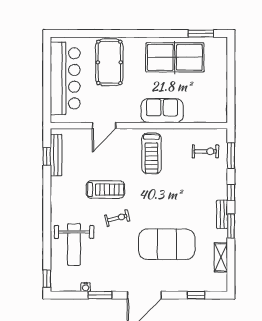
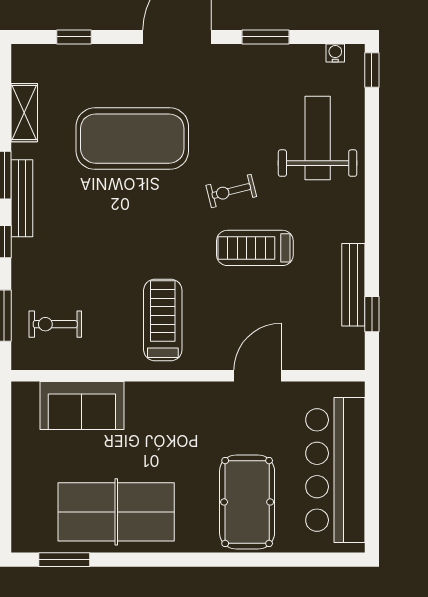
sofa: (162, 111) -> (82, 405), moved
bench: (56, 155) -> (353, 285), moved
bench: (222, 214) -> (22, 198), width x1.36
water cooler: (86, 287) -> (335, 53), moved

